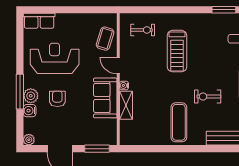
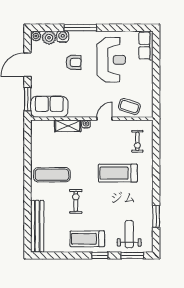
plant: (31, 96) -> (49, 38), moved
sofa: (105, 98) -> (49, 107), moved

